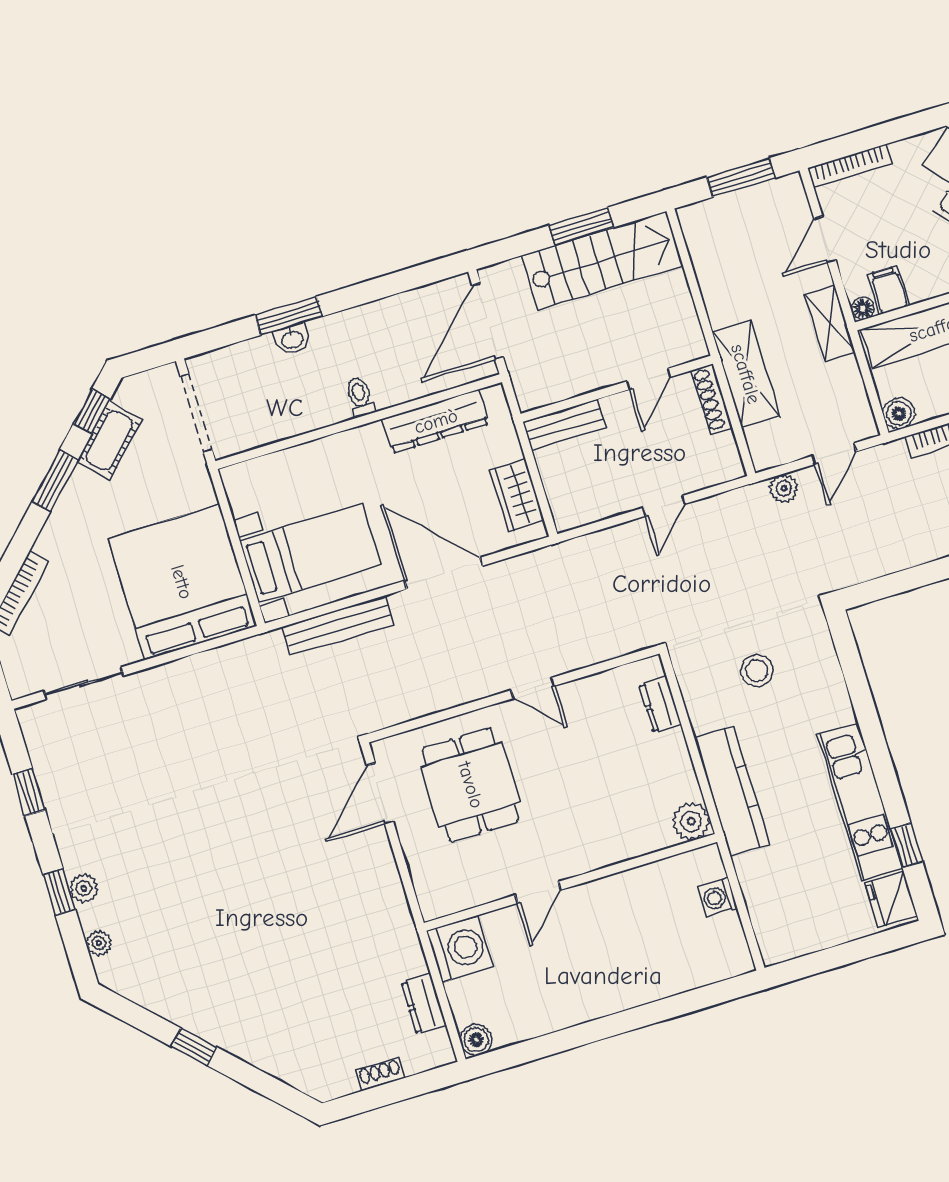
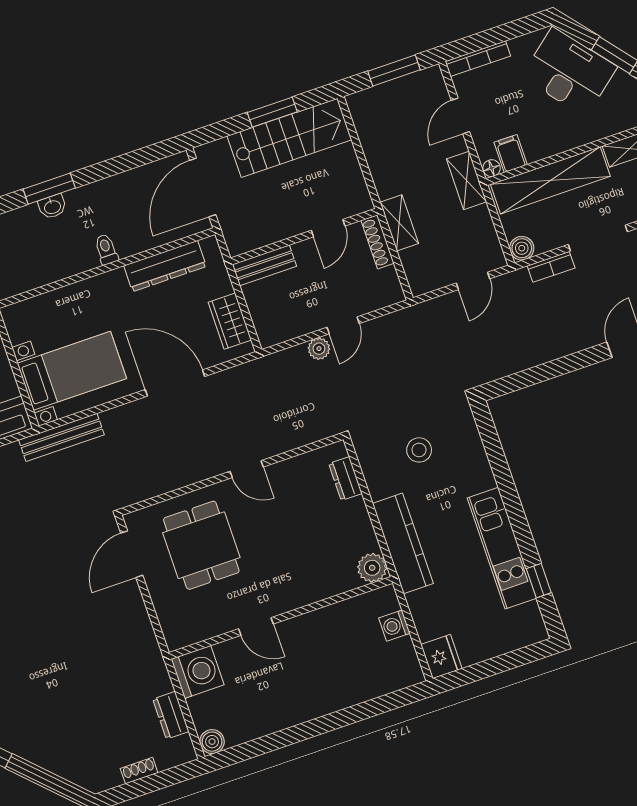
shelving: (746, 374) -> (399, 223), width x0.67, depth x0.75
plant: (784, 488) -> (319, 349), moved
bench: (338, 625) -> (61, 437), moved
door: (538, 892) -> (256, 626), hinge flipped
fridge: (891, 899) -> (441, 657), moved, turned 180

